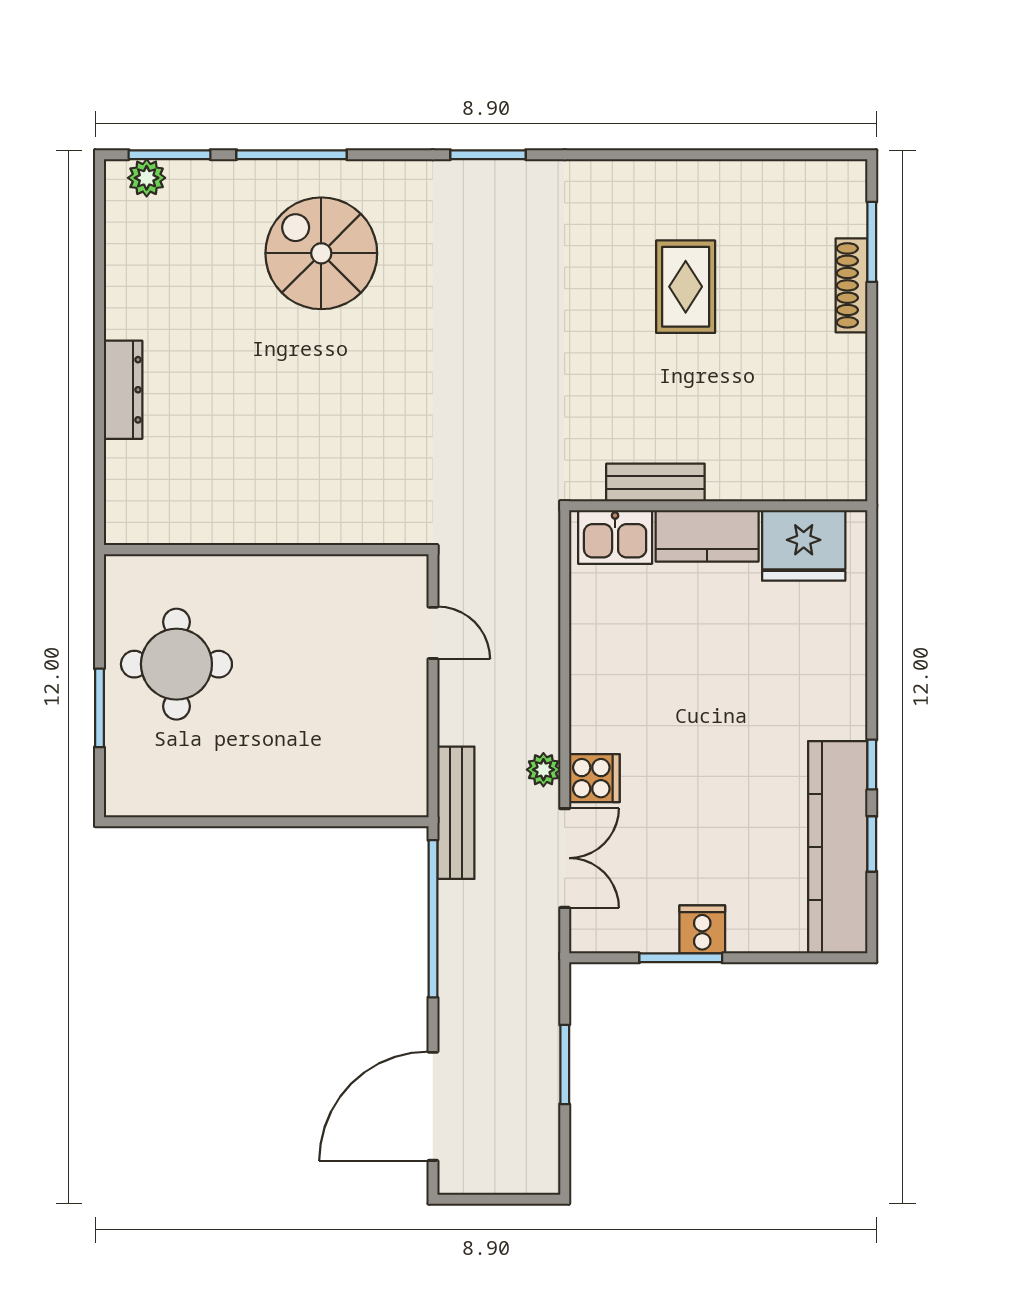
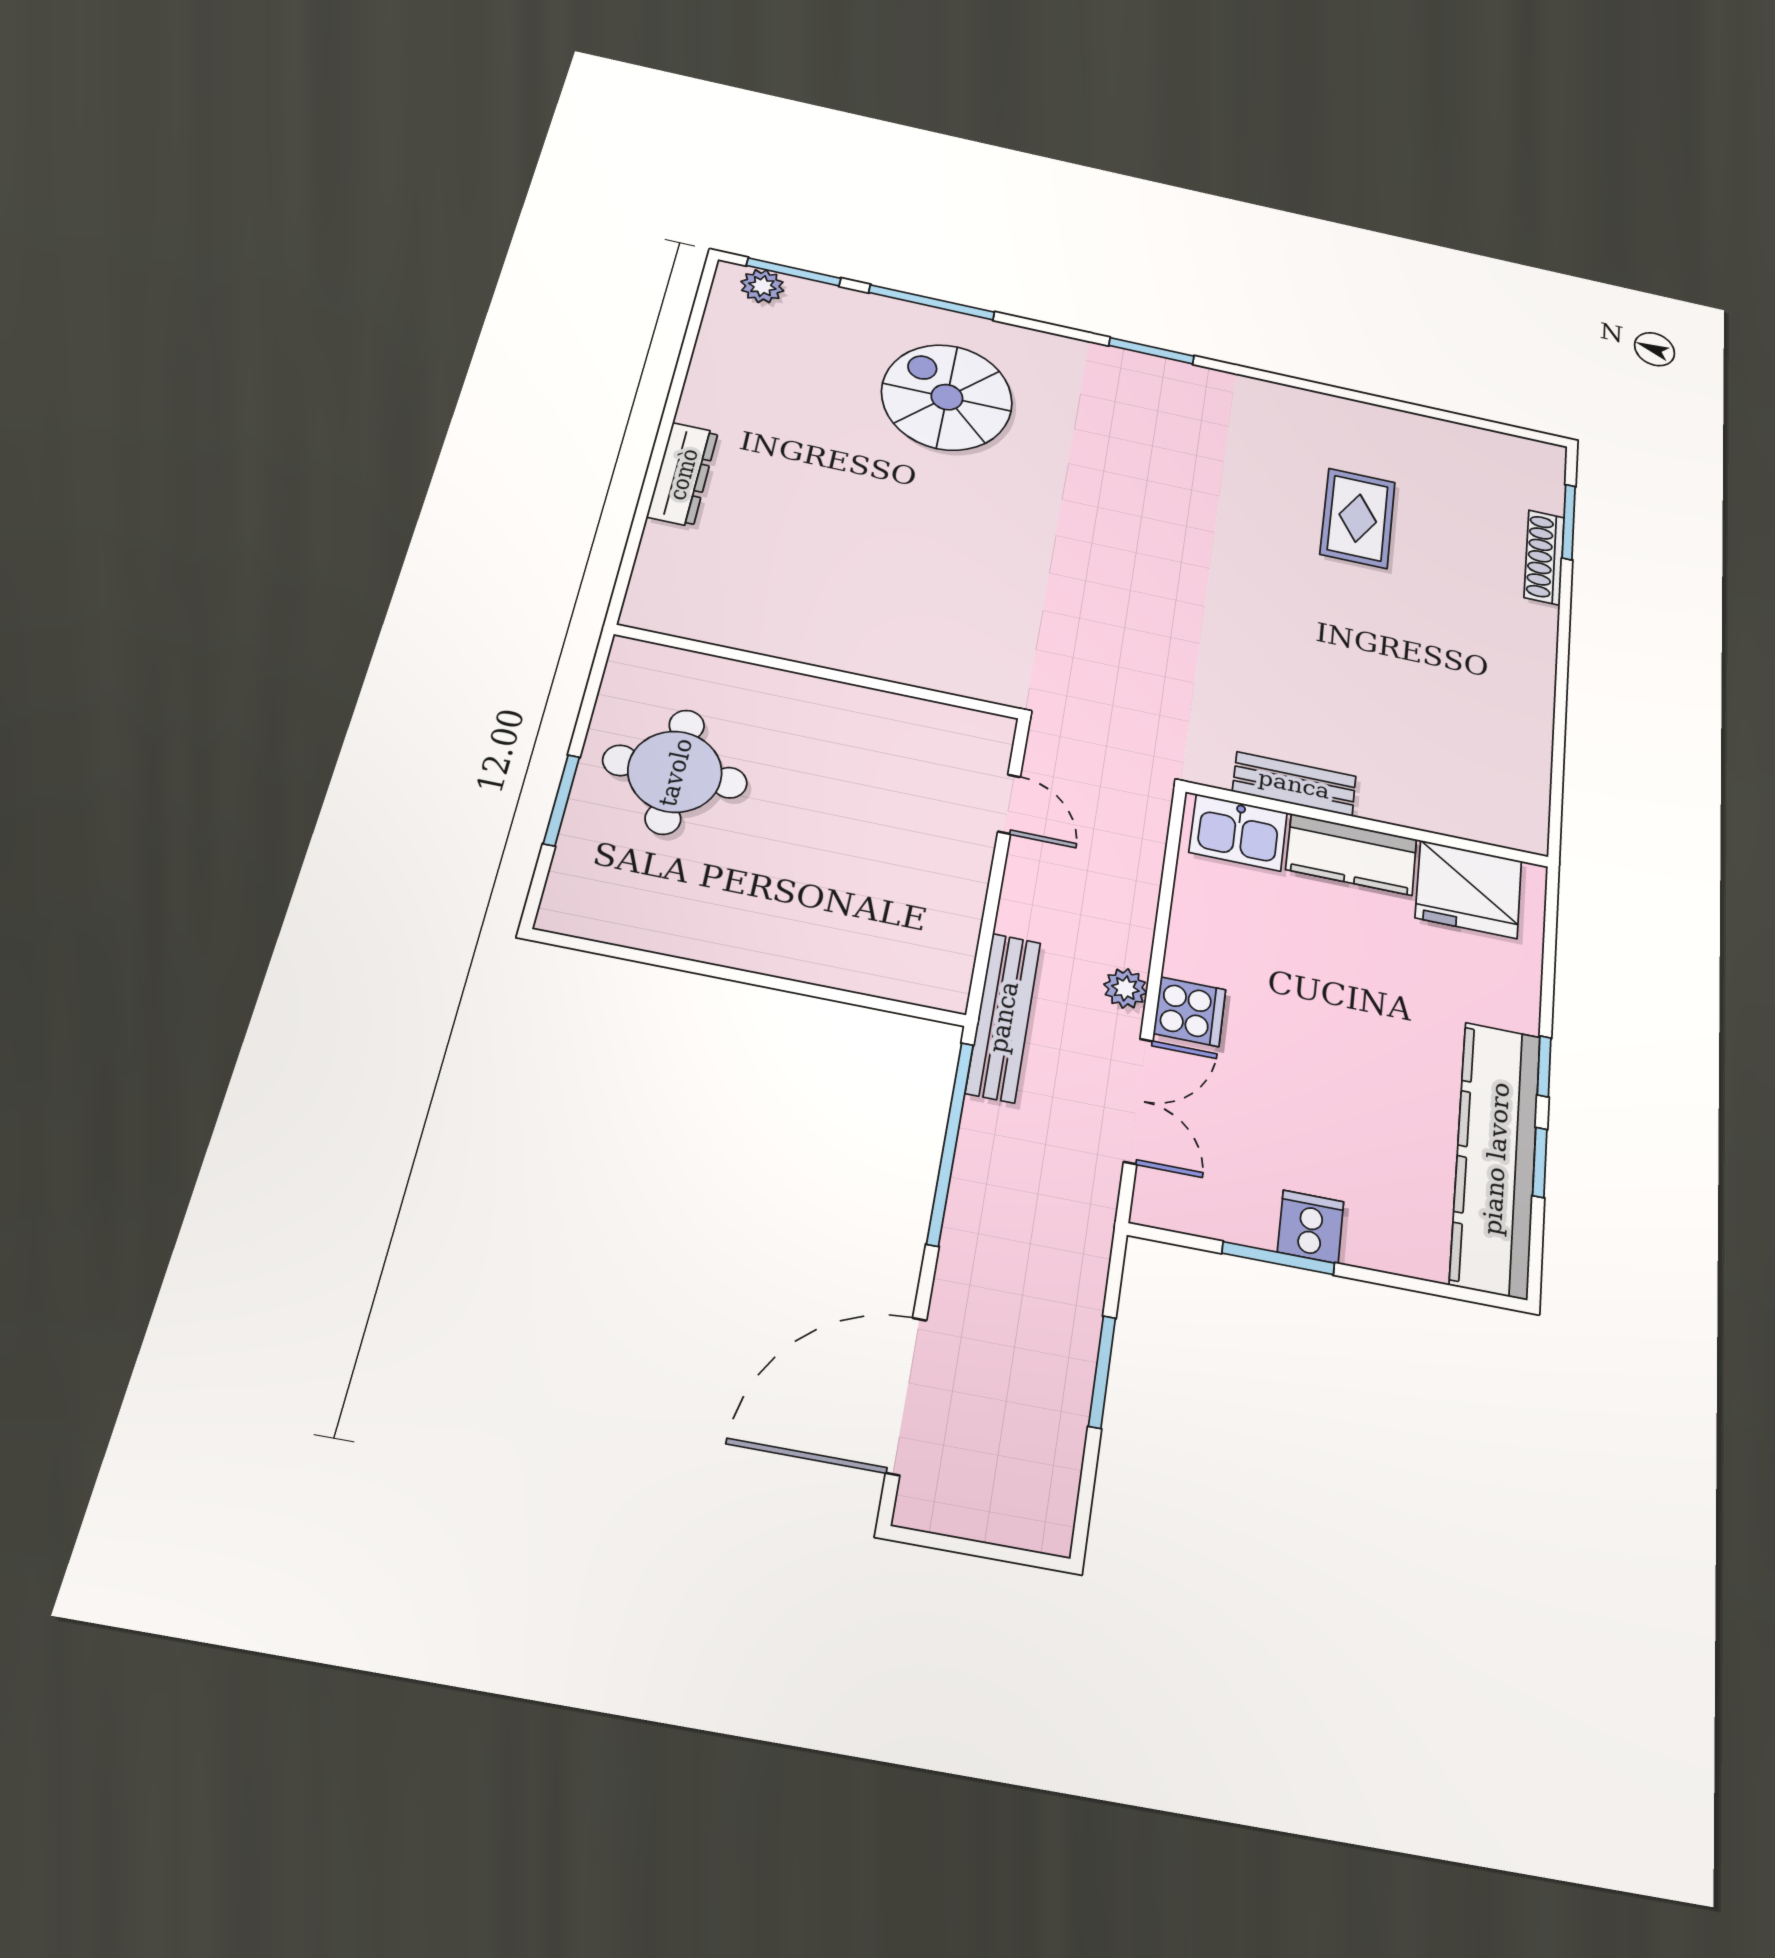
bench: (655, 483) -> (1294, 784), moved
wall: (718, 506) -> (1368, 825), moved
kitchen counter: (707, 536) -> (1351, 854), moved
kitchen sink: (615, 537) -> (1238, 832), moved
fridge: (804, 545) -> (1469, 889), moved

